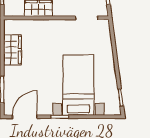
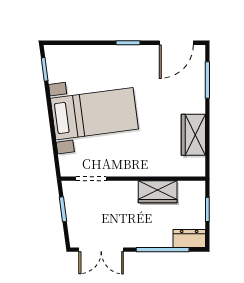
bed with nightstands: (78, 85) -> (94, 114), moved, turned -98

